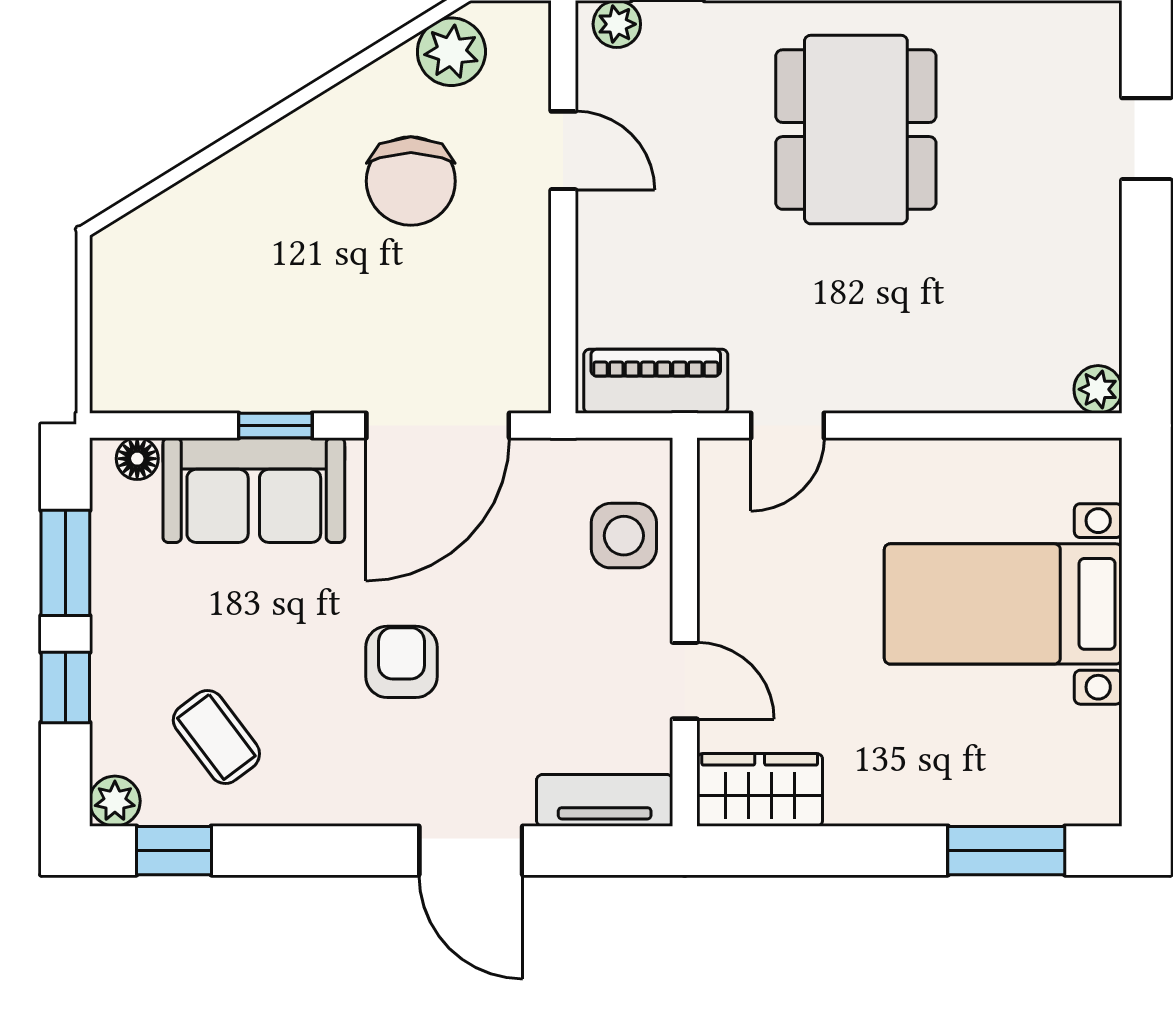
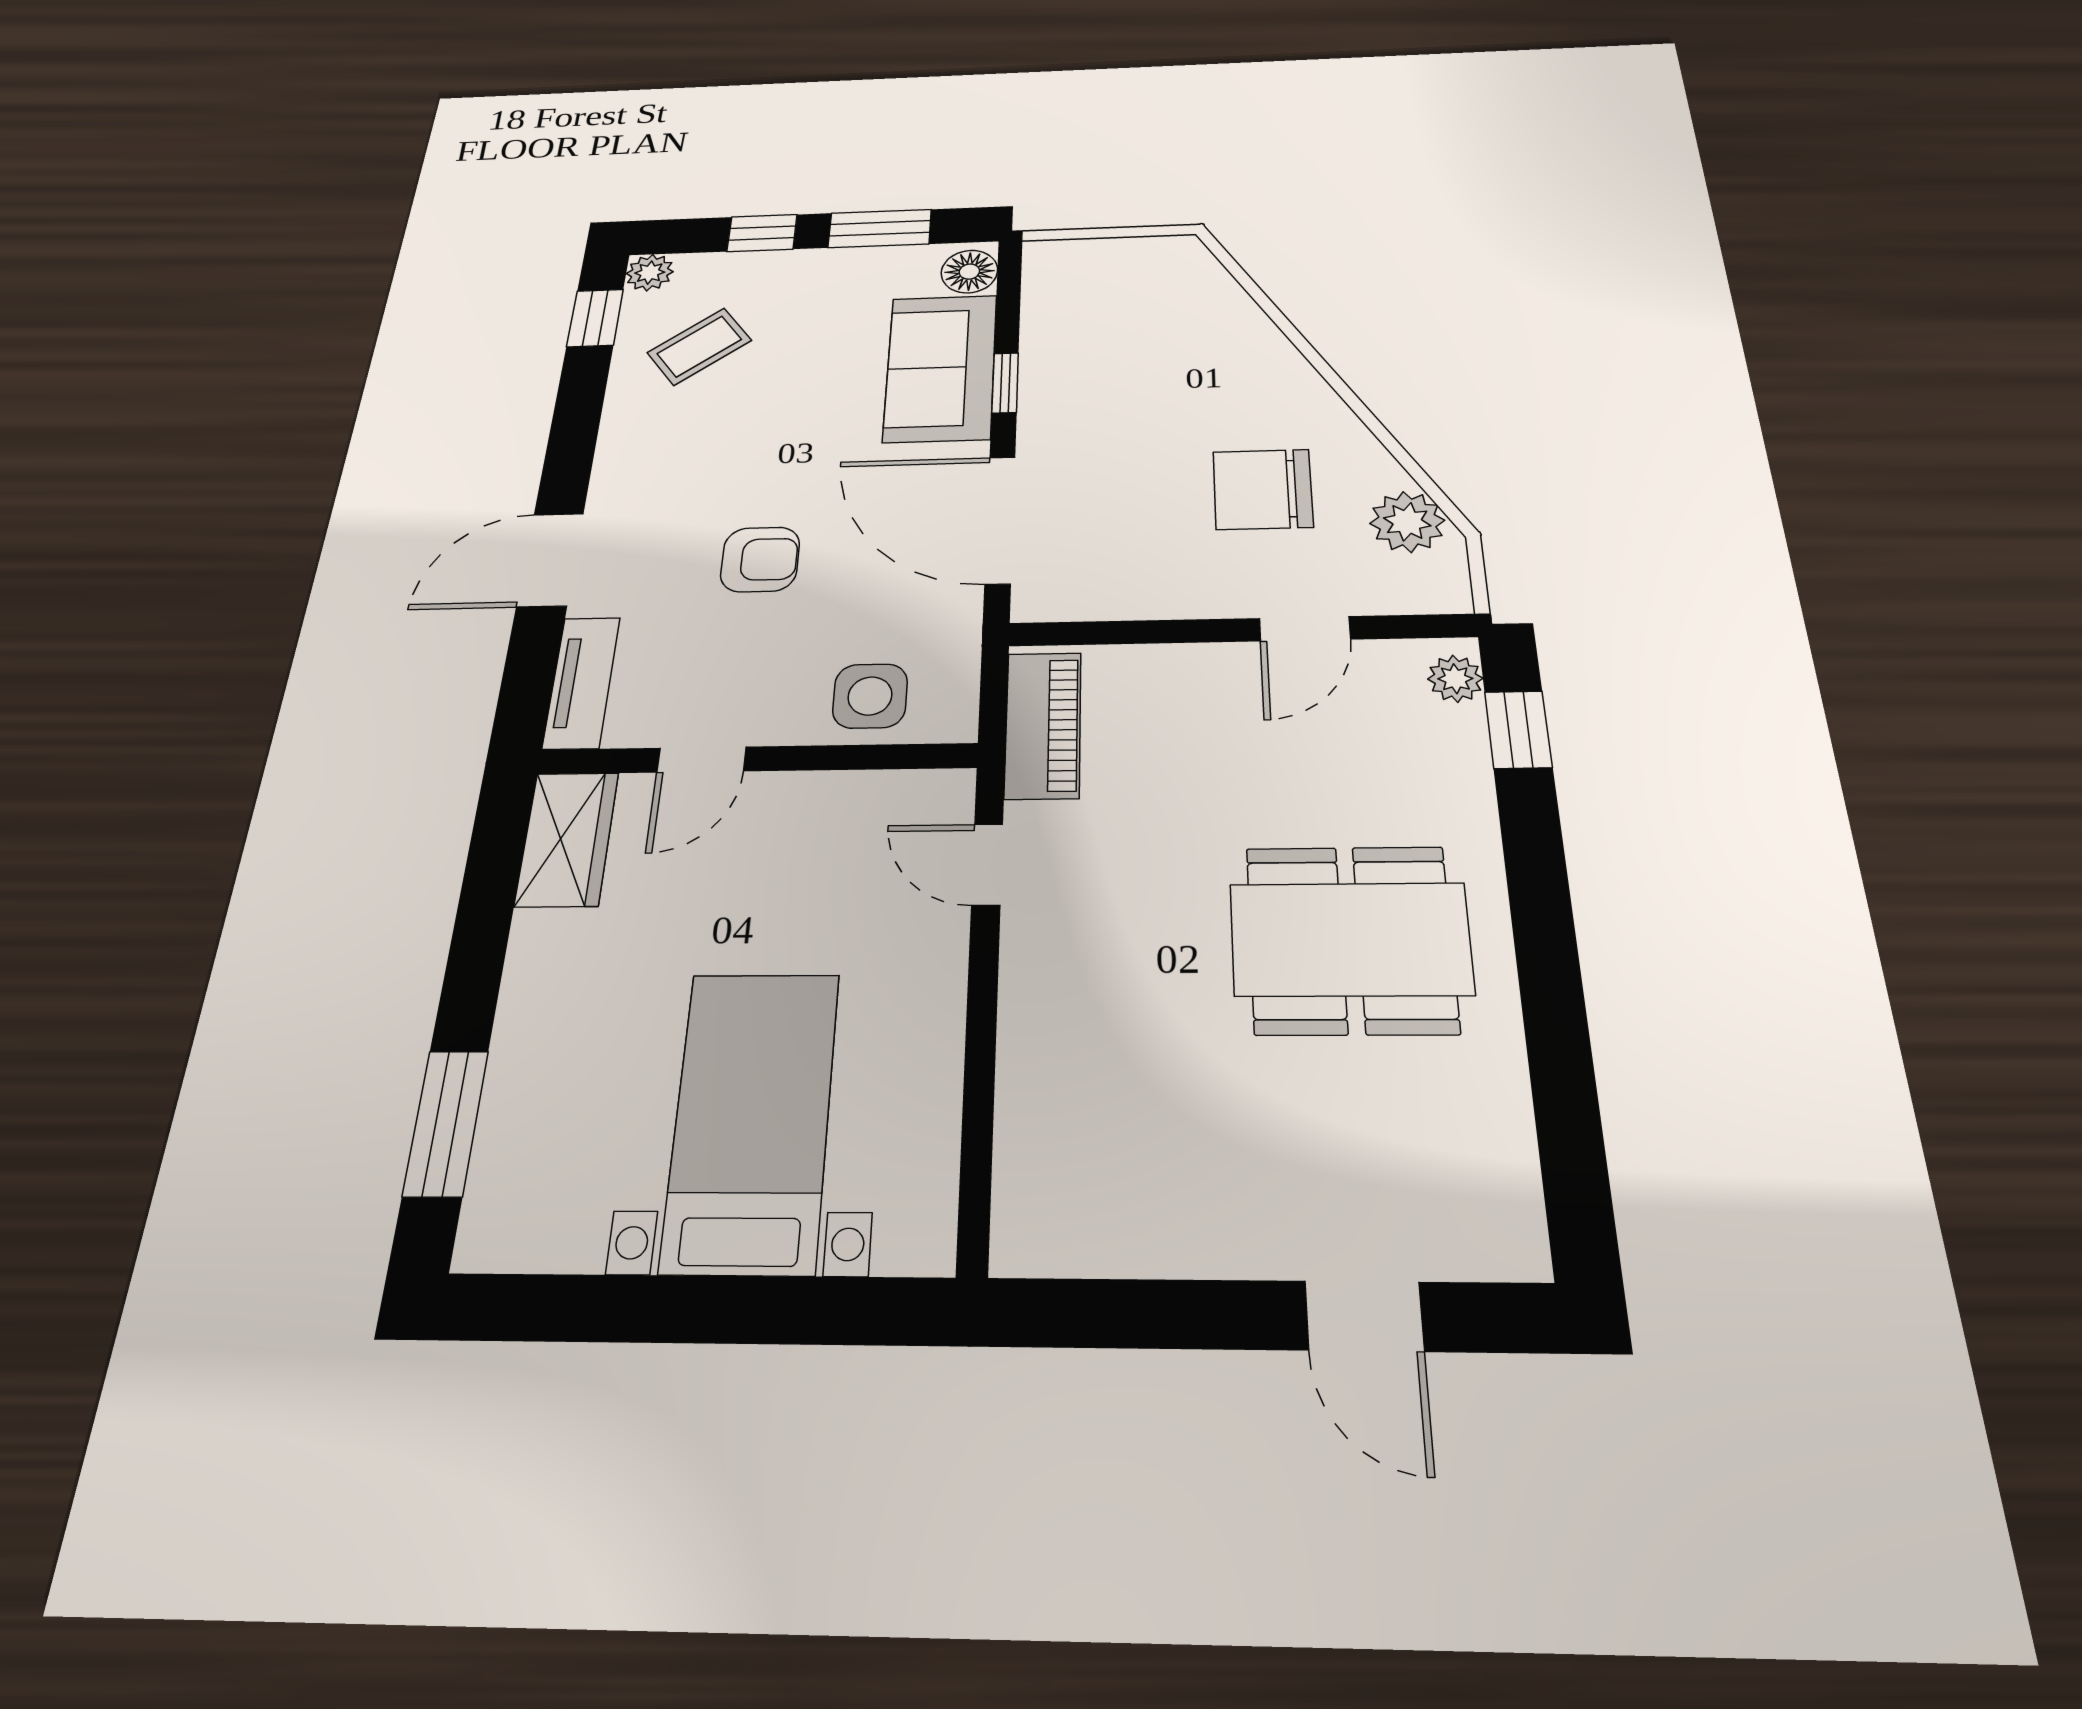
plant: (1098, 389) -> (1021, 1245), removed
floor lamp: (137, 459) -> (969, 272), width x1.37, depth x1.37
armchair: (402, 662) -> (760, 559), moved

